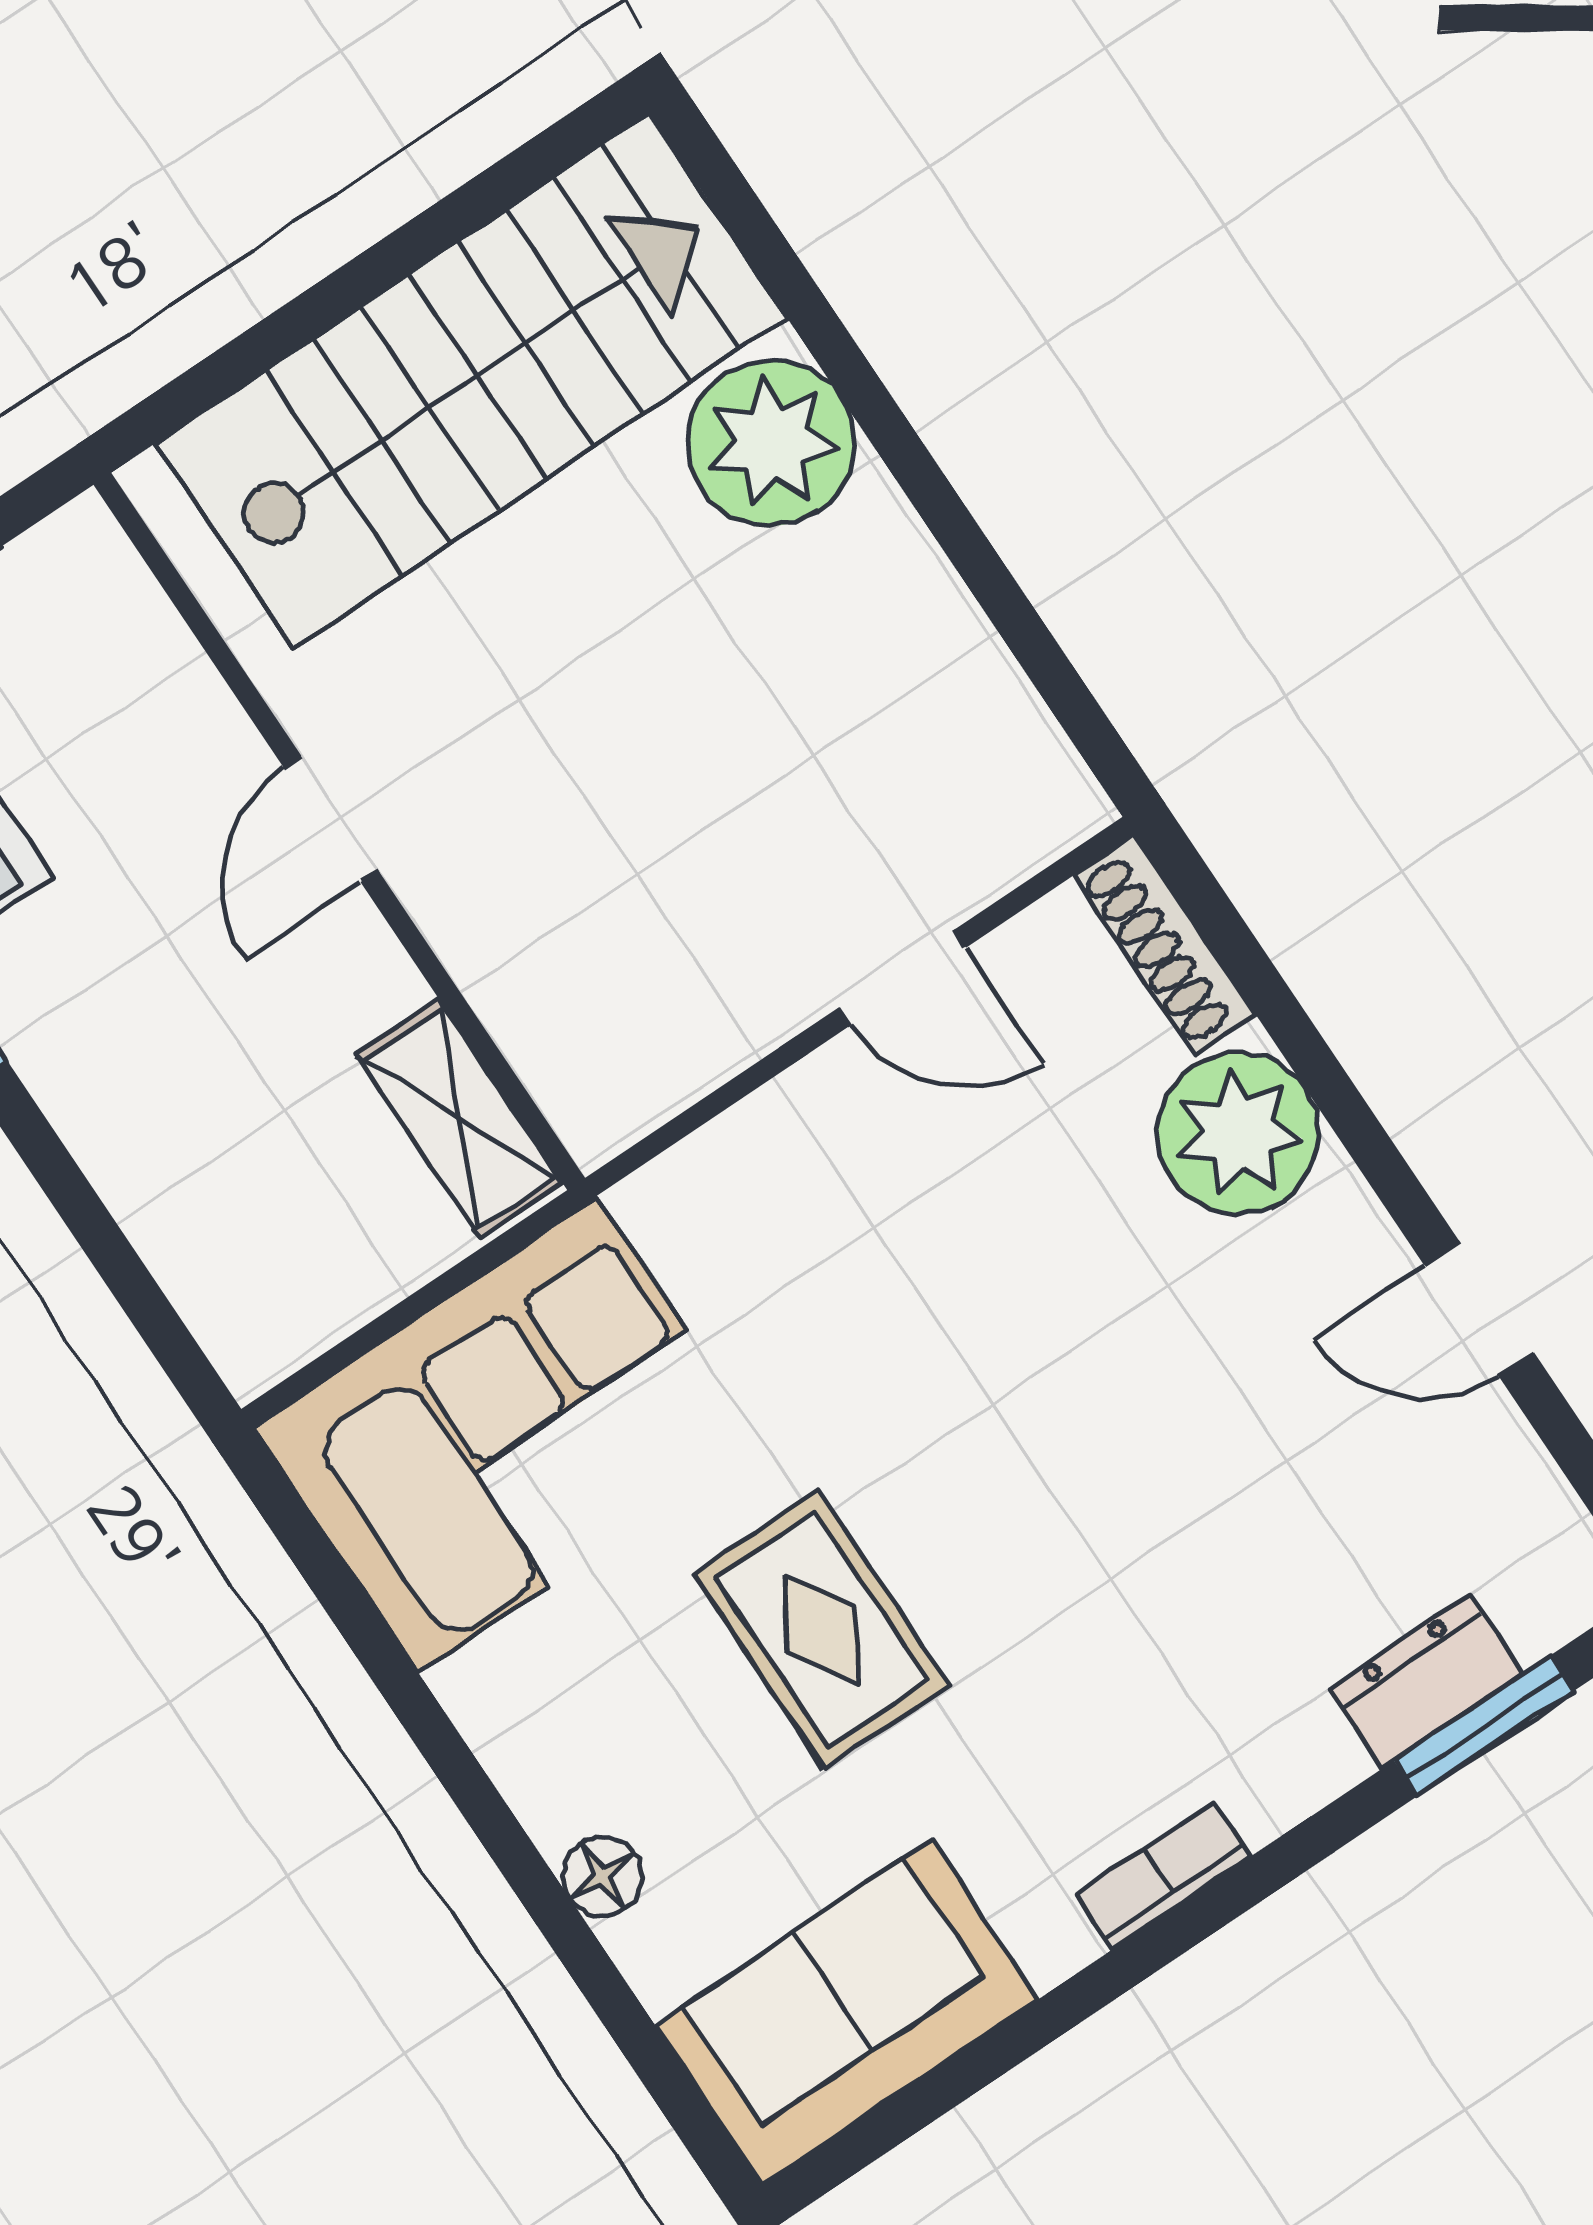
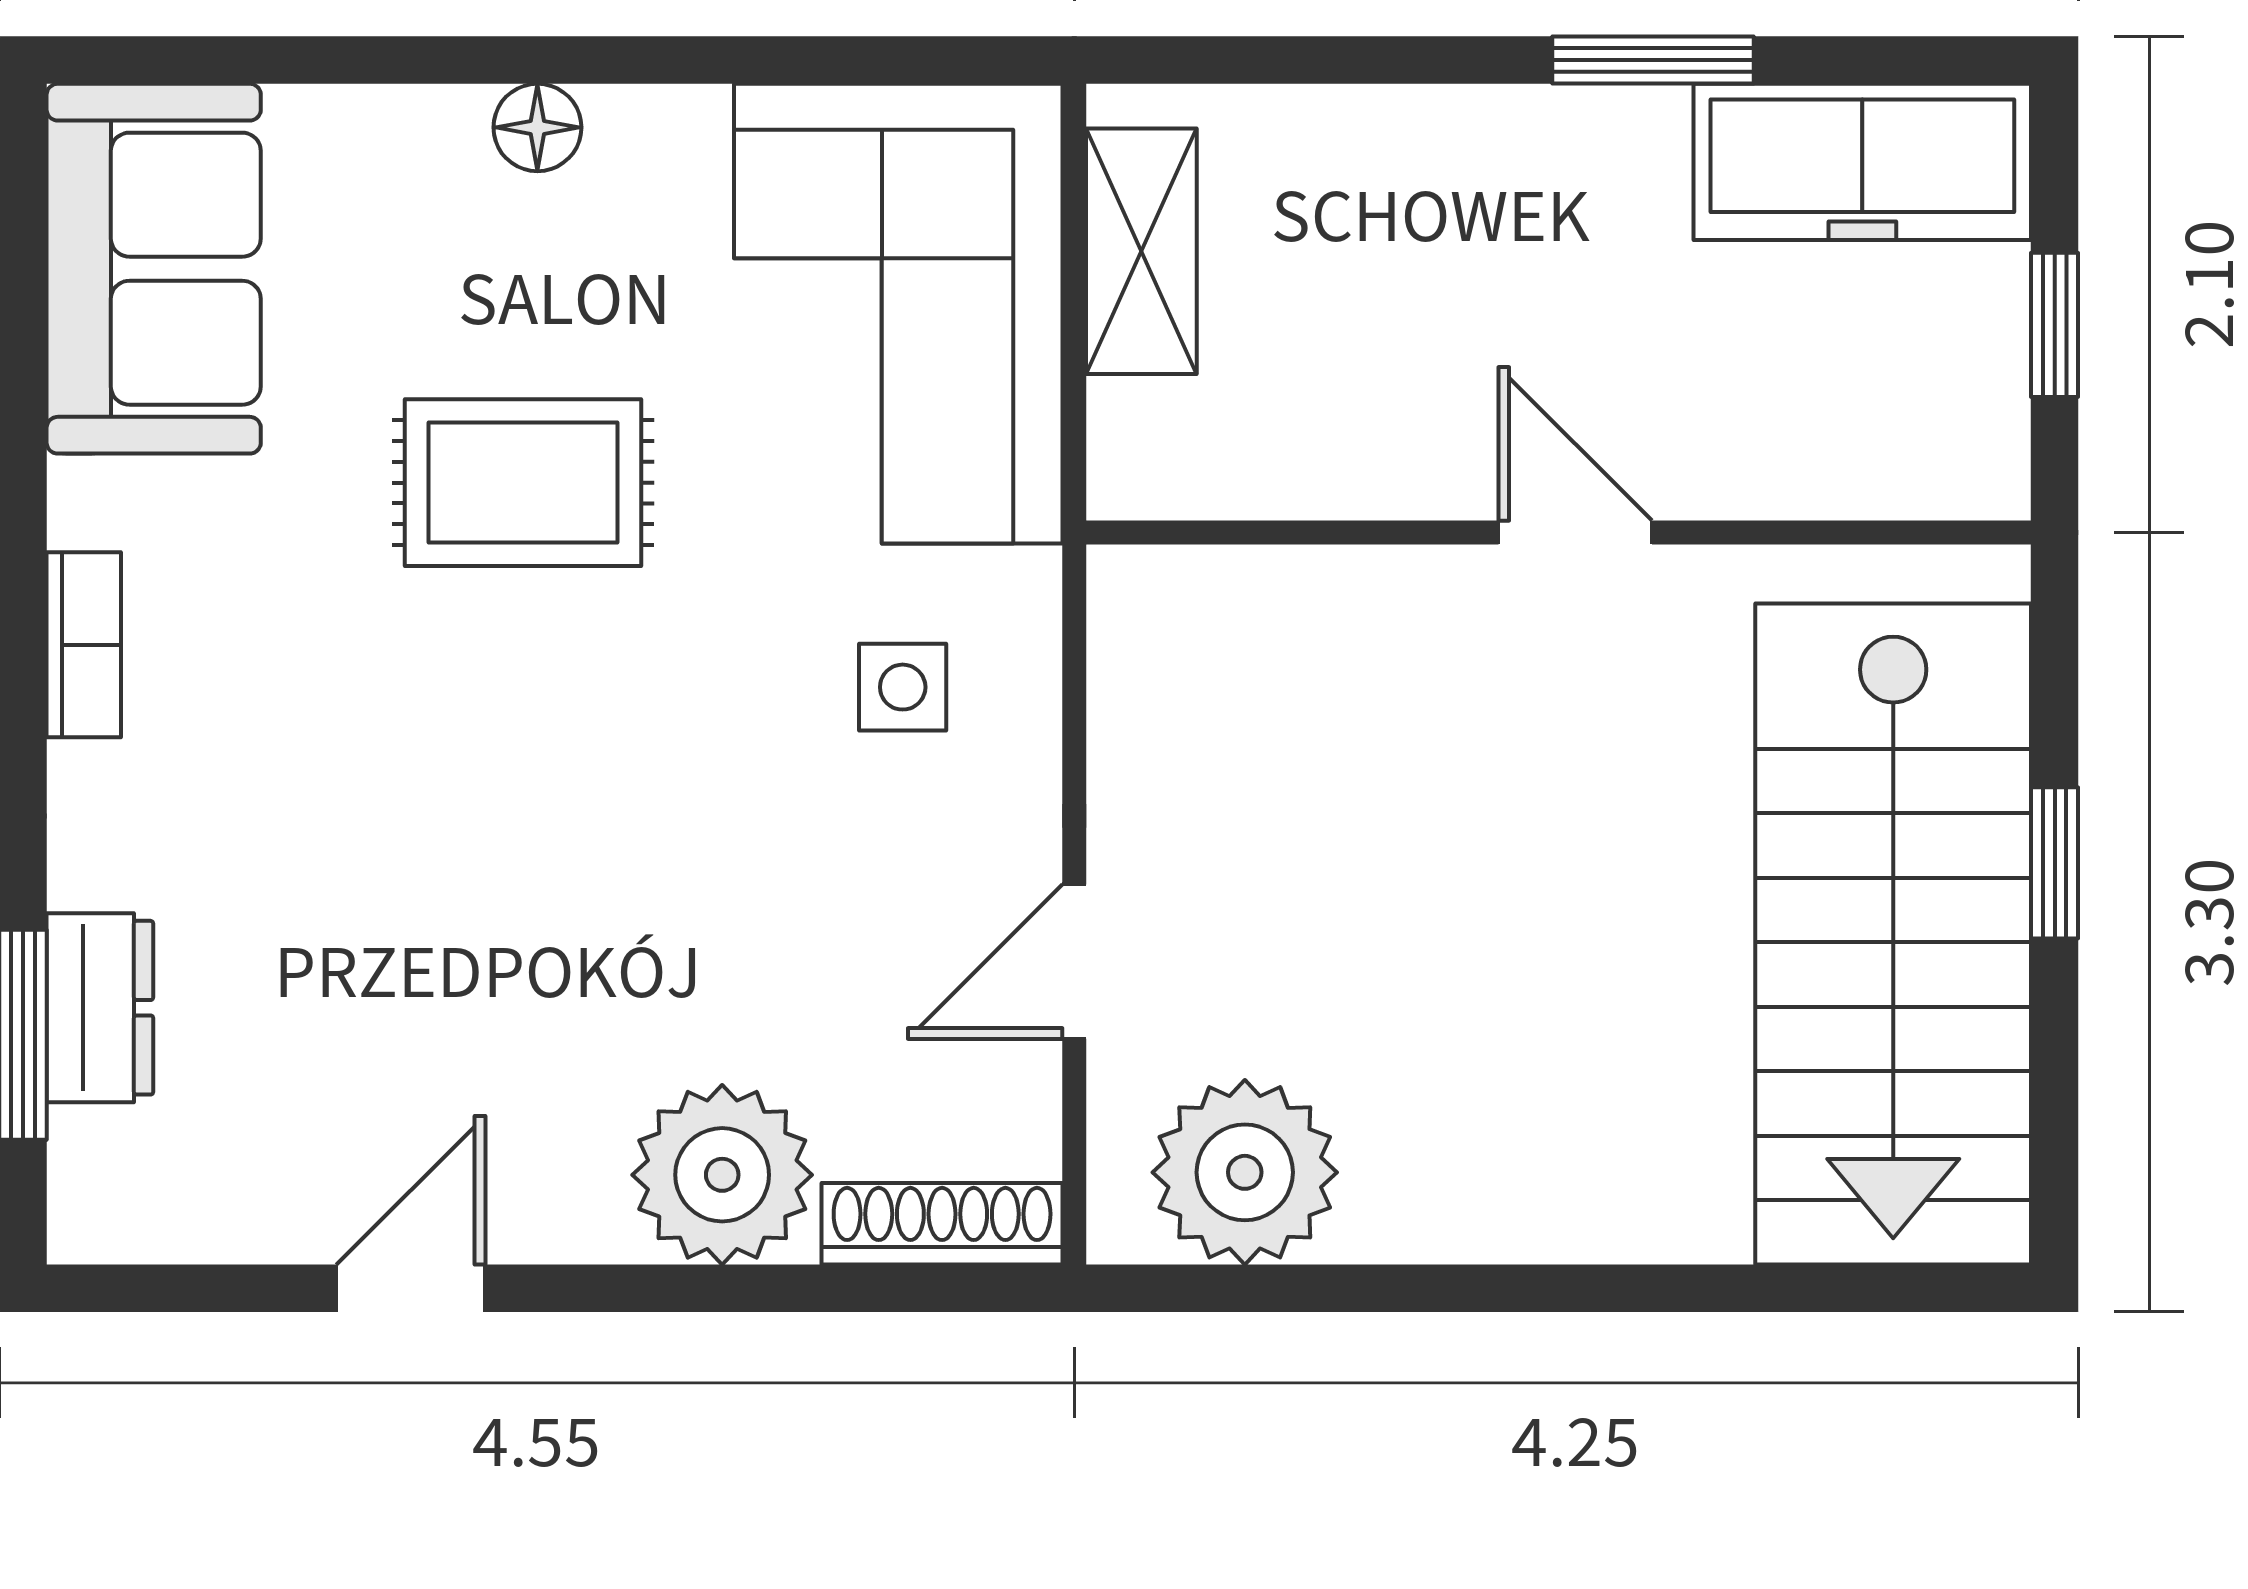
window: (337, 295) -> (2055, 863), added
plant: (771, 443) -> (1245, 1172), moved
shelving: (460, 1119) -> (1141, 251), moved, turned 90
side table: (784, 1243) -> (903, 687), added
floor lamp: (603, 1876) -> (537, 127), moved

